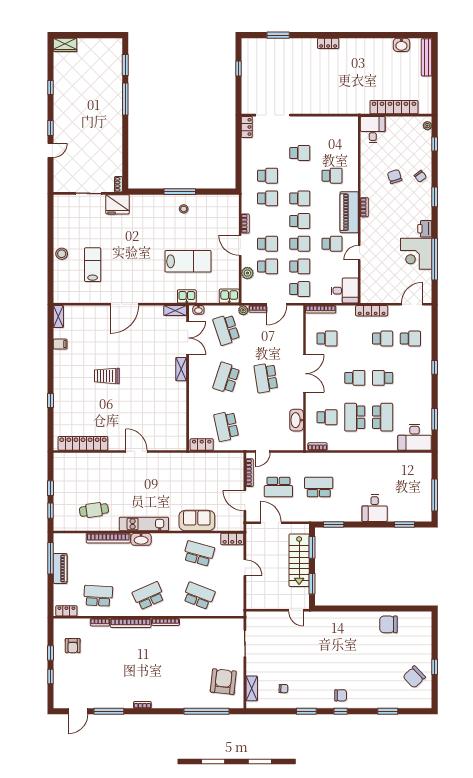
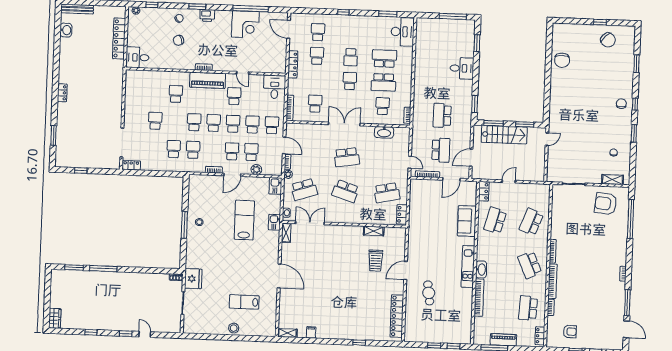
printer: (425, 229) -> (207, 15), moved
shelving: (181, 369) -> (374, 231), moved
trolley: (107, 376) -> (376, 261), moved
cafe table: (94, 510) -> (429, 293), moved

